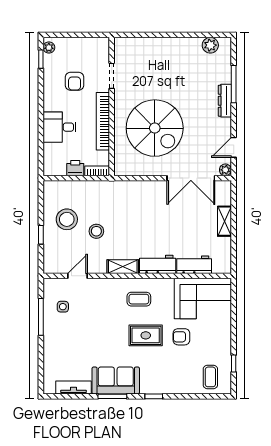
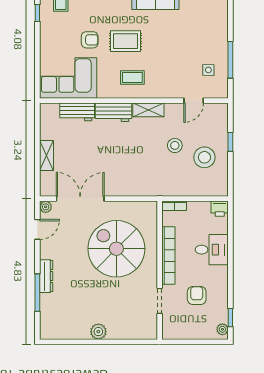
plant: (210, 45) -> (98, 332), moved
printer: (75, 168) -> (220, 209), moved

